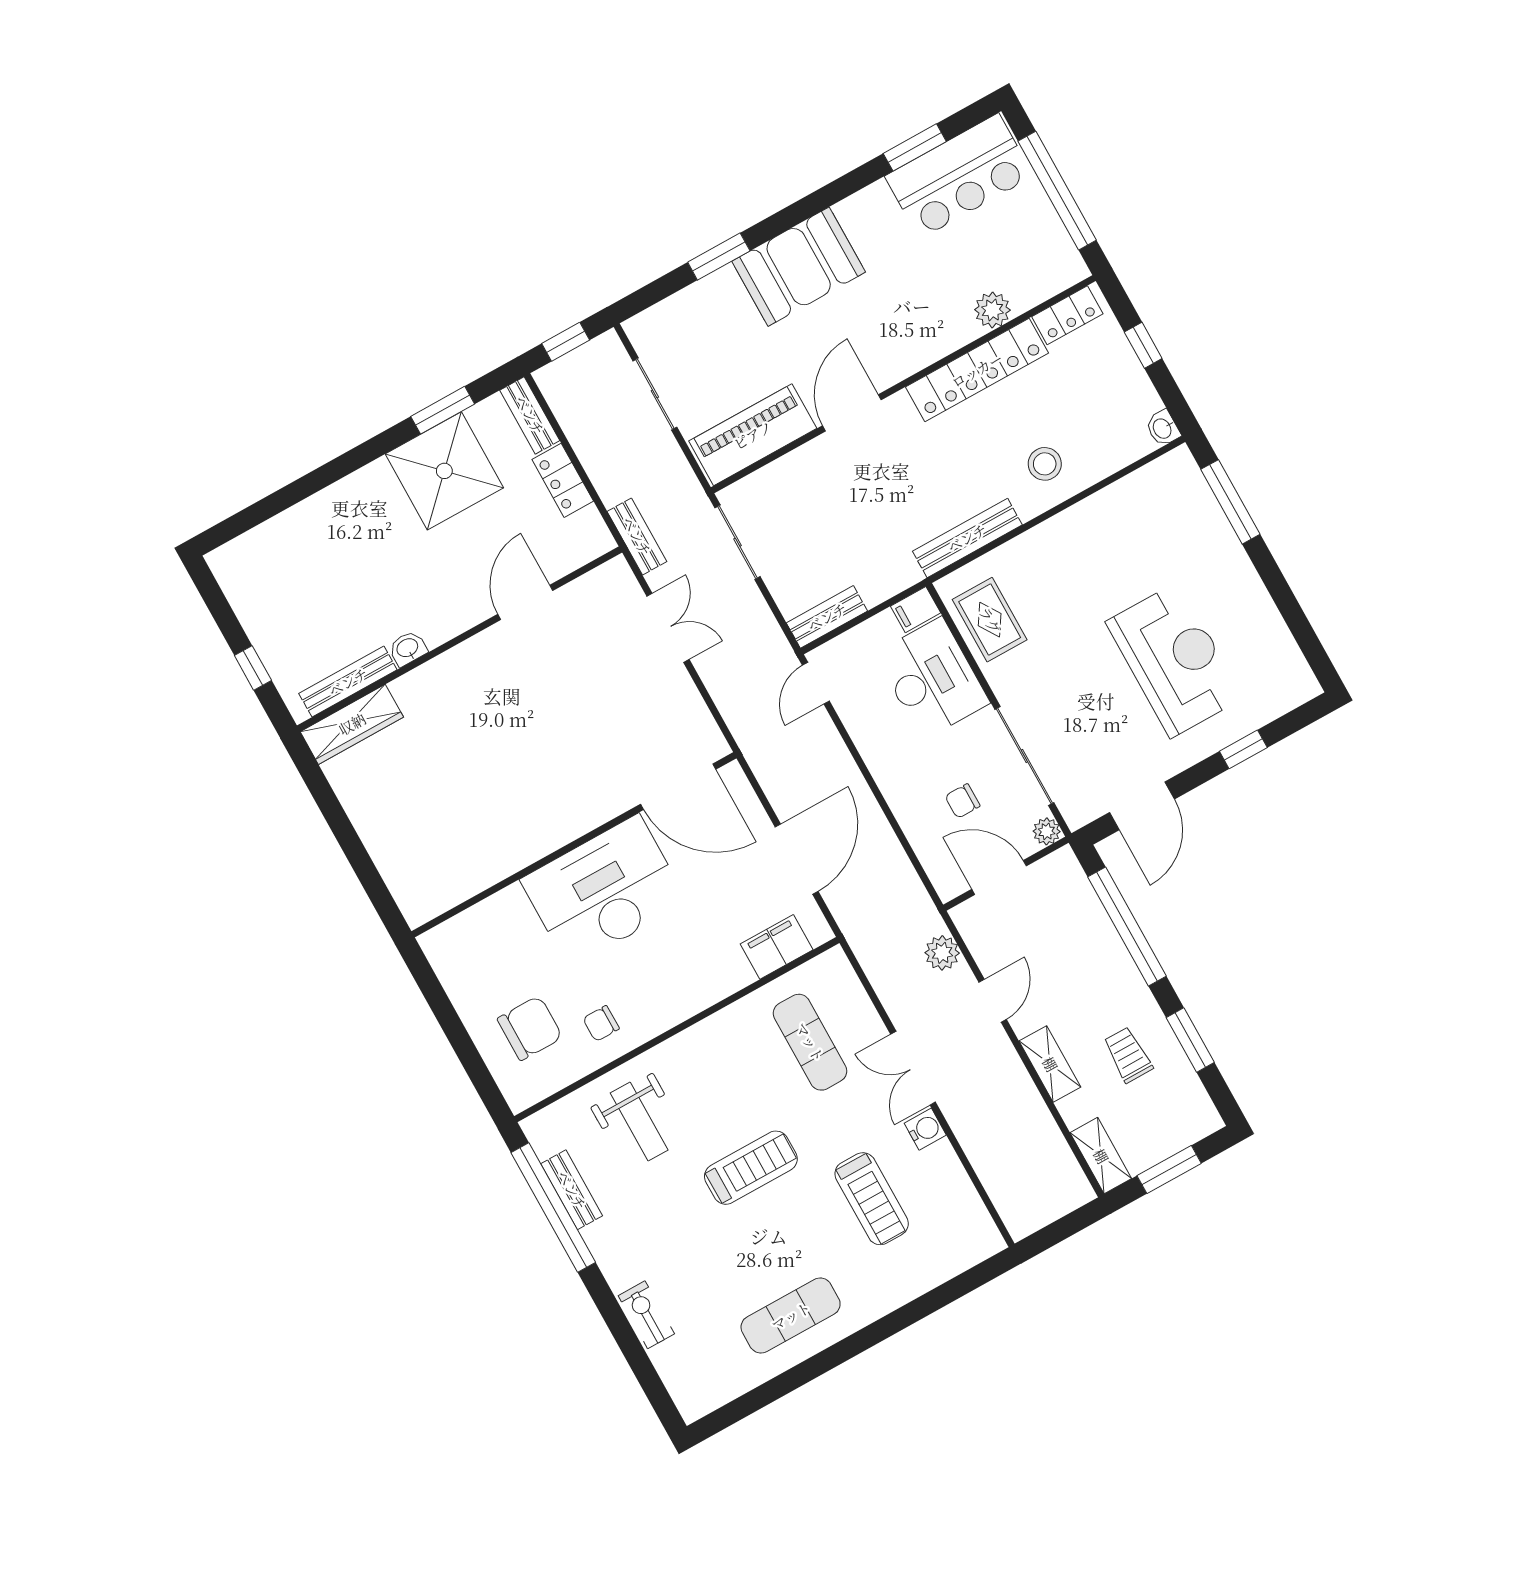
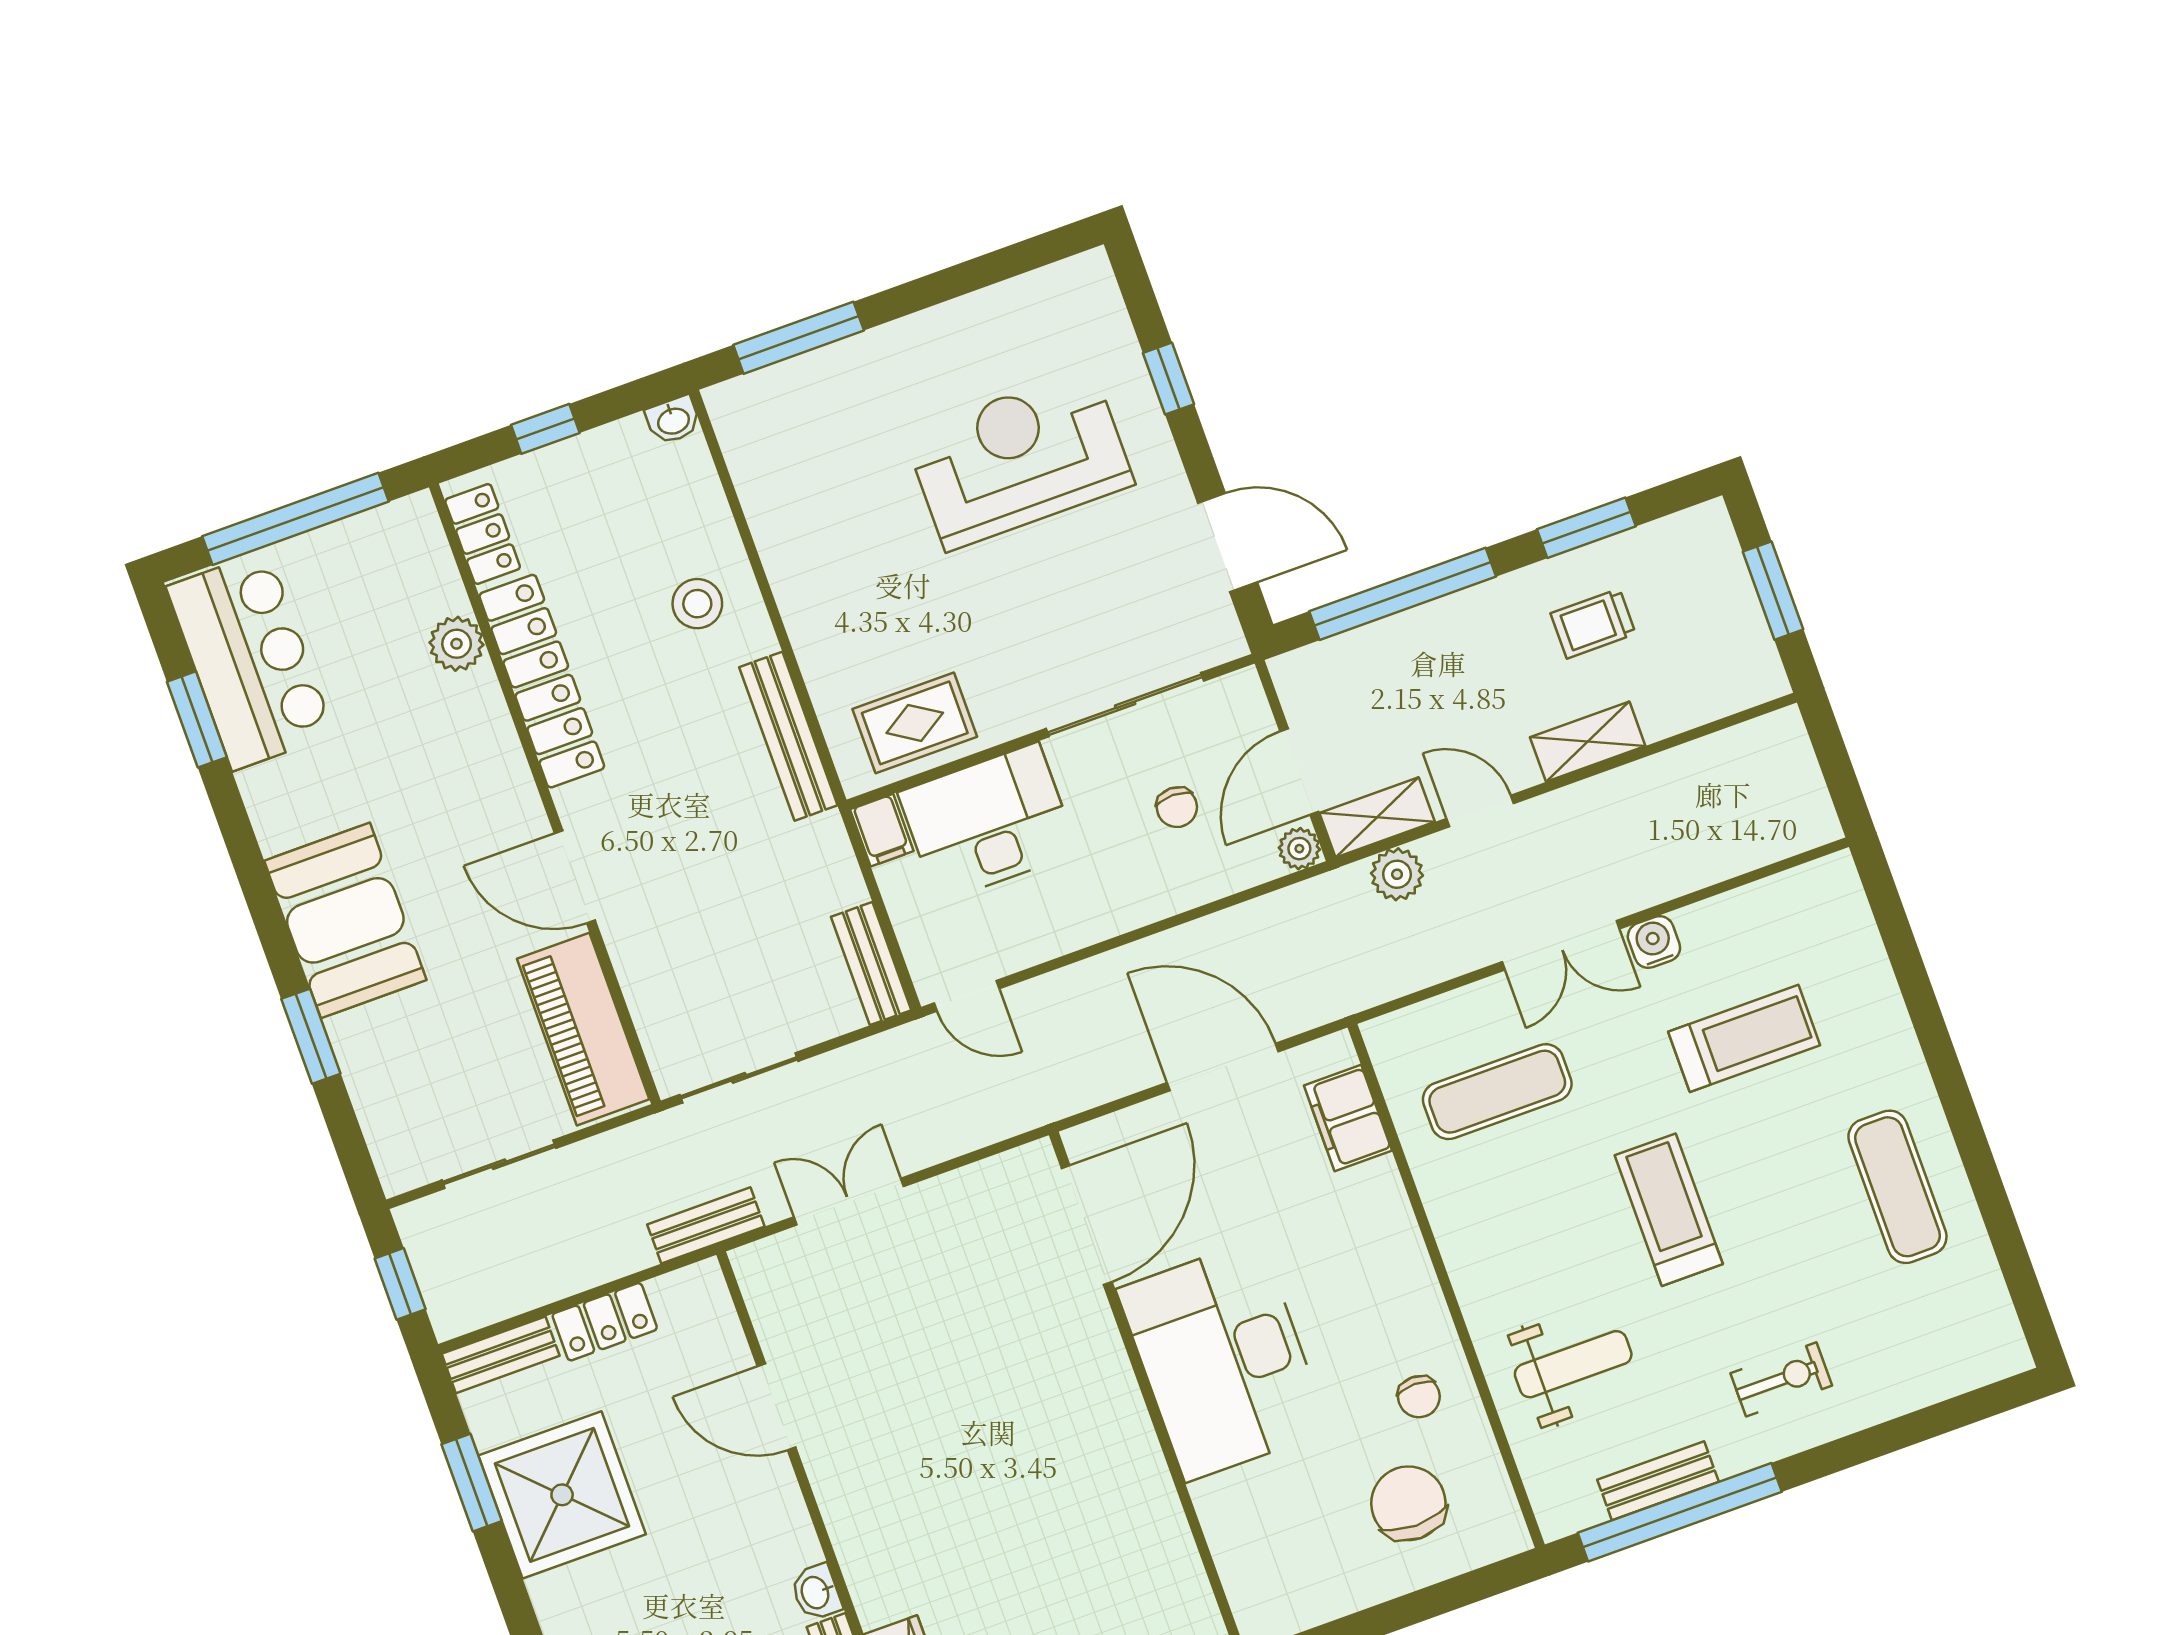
plant: (1047, 831) -> (1299, 849), moved
shelving: (1101, 1156) -> (1377, 817), moved
exercise bike: (646, 1315) -> (1781, 1379), moved, turned 180

